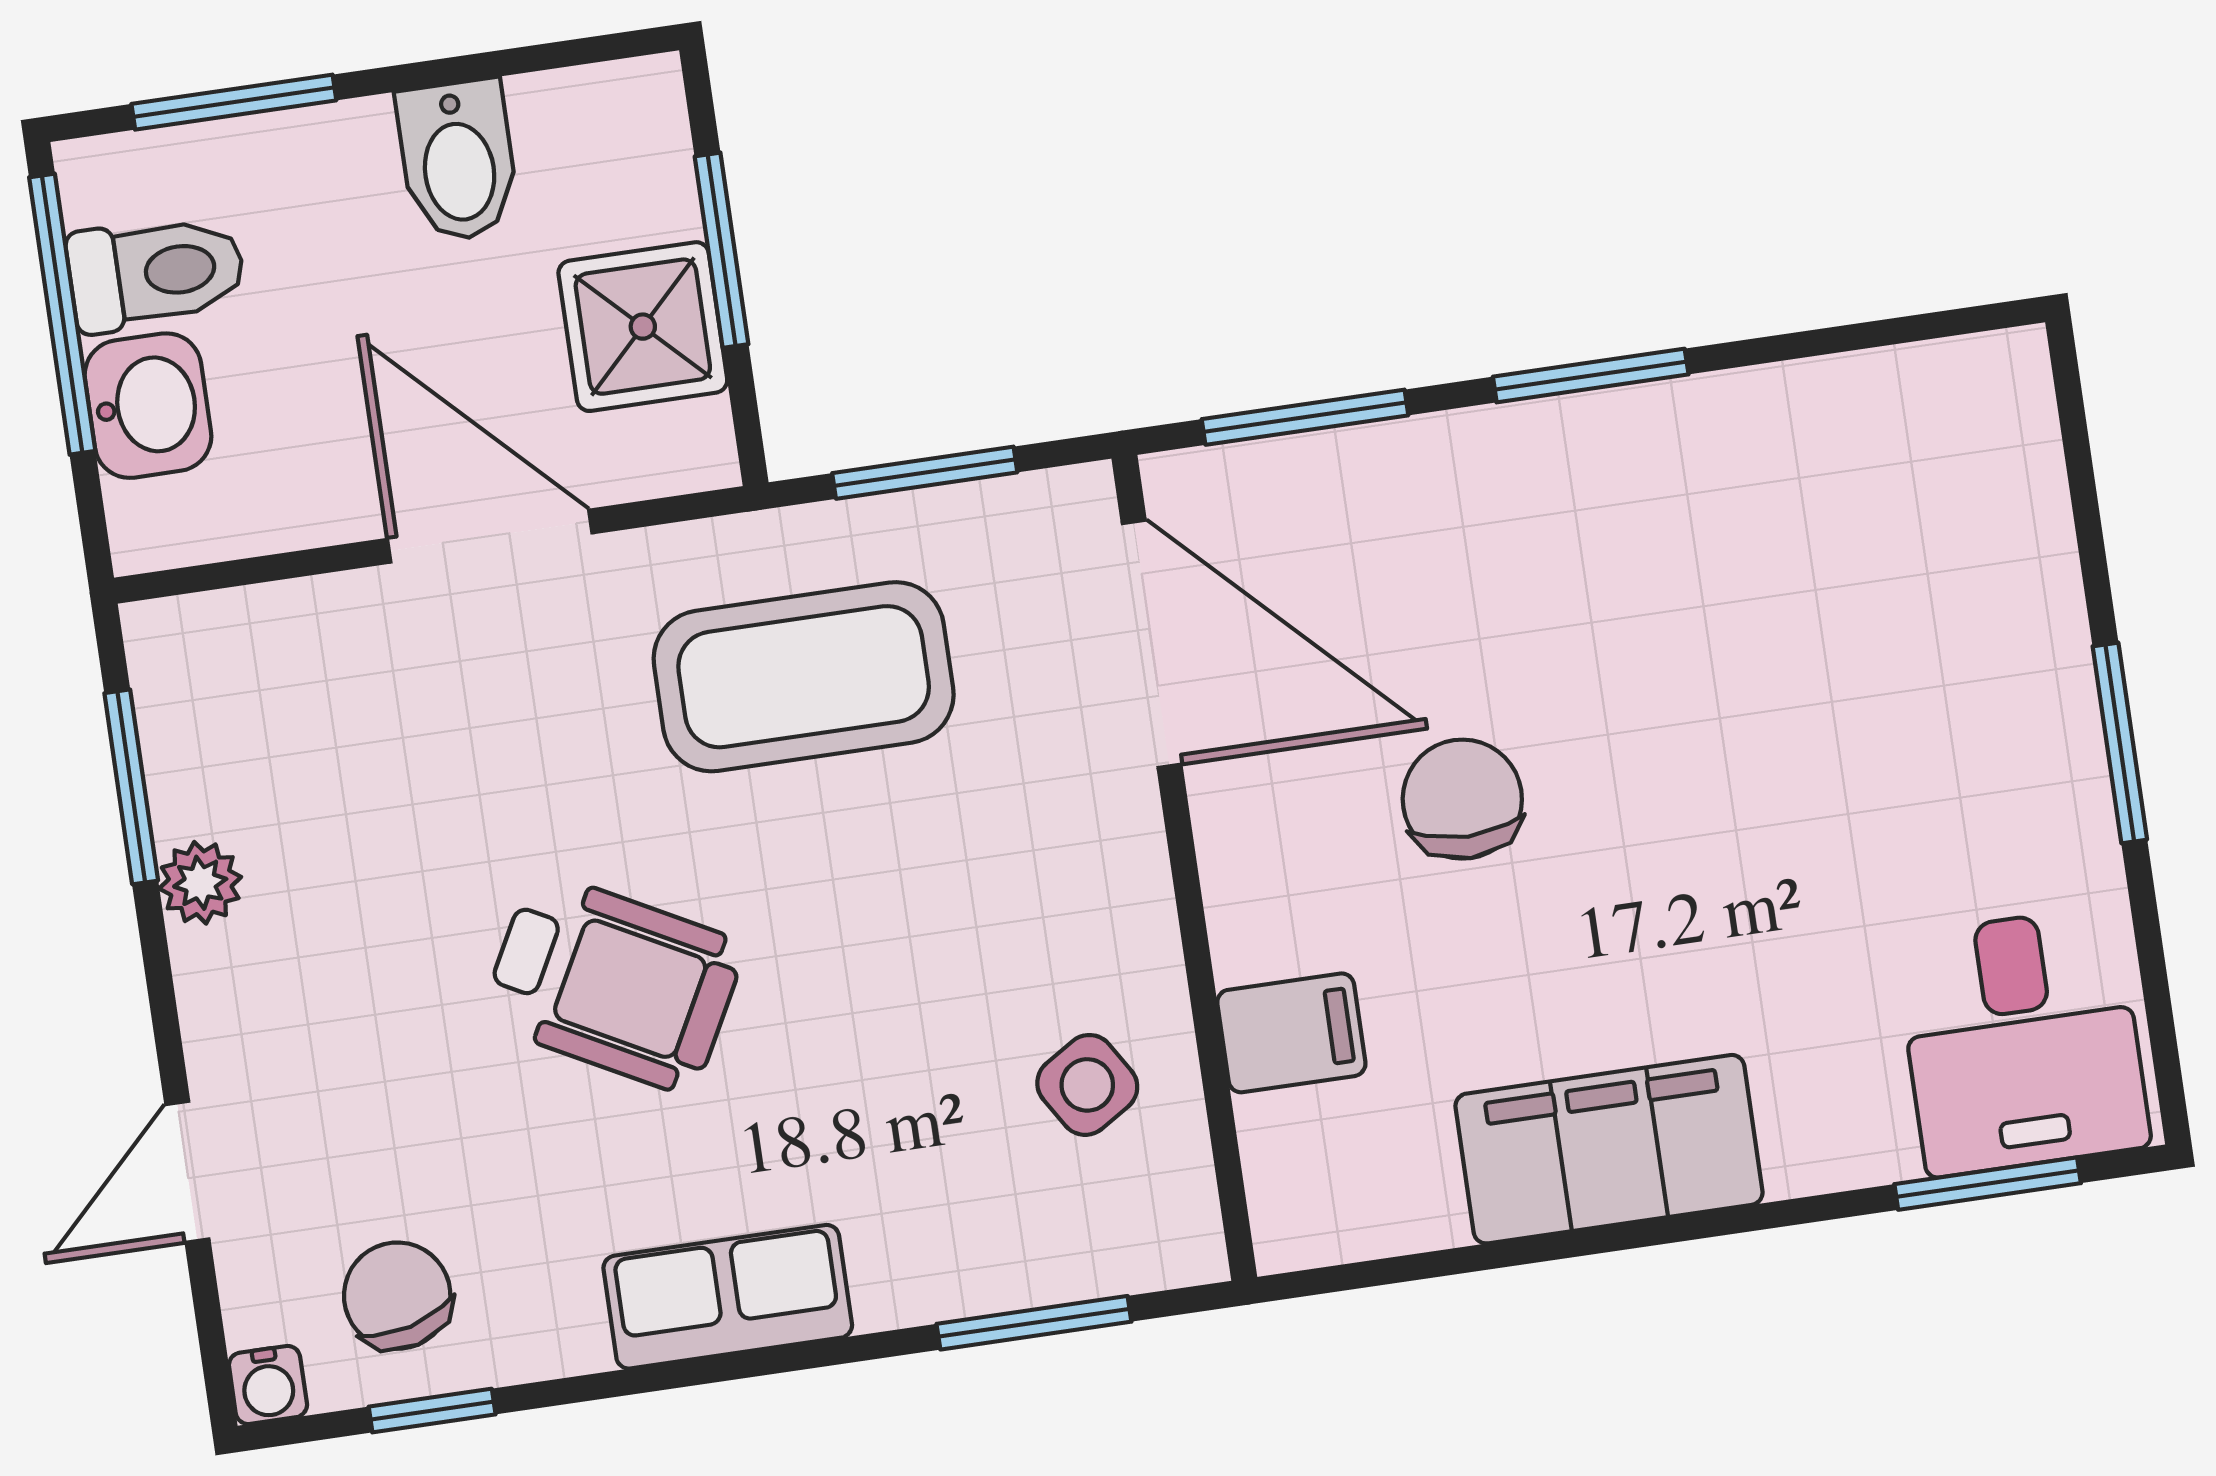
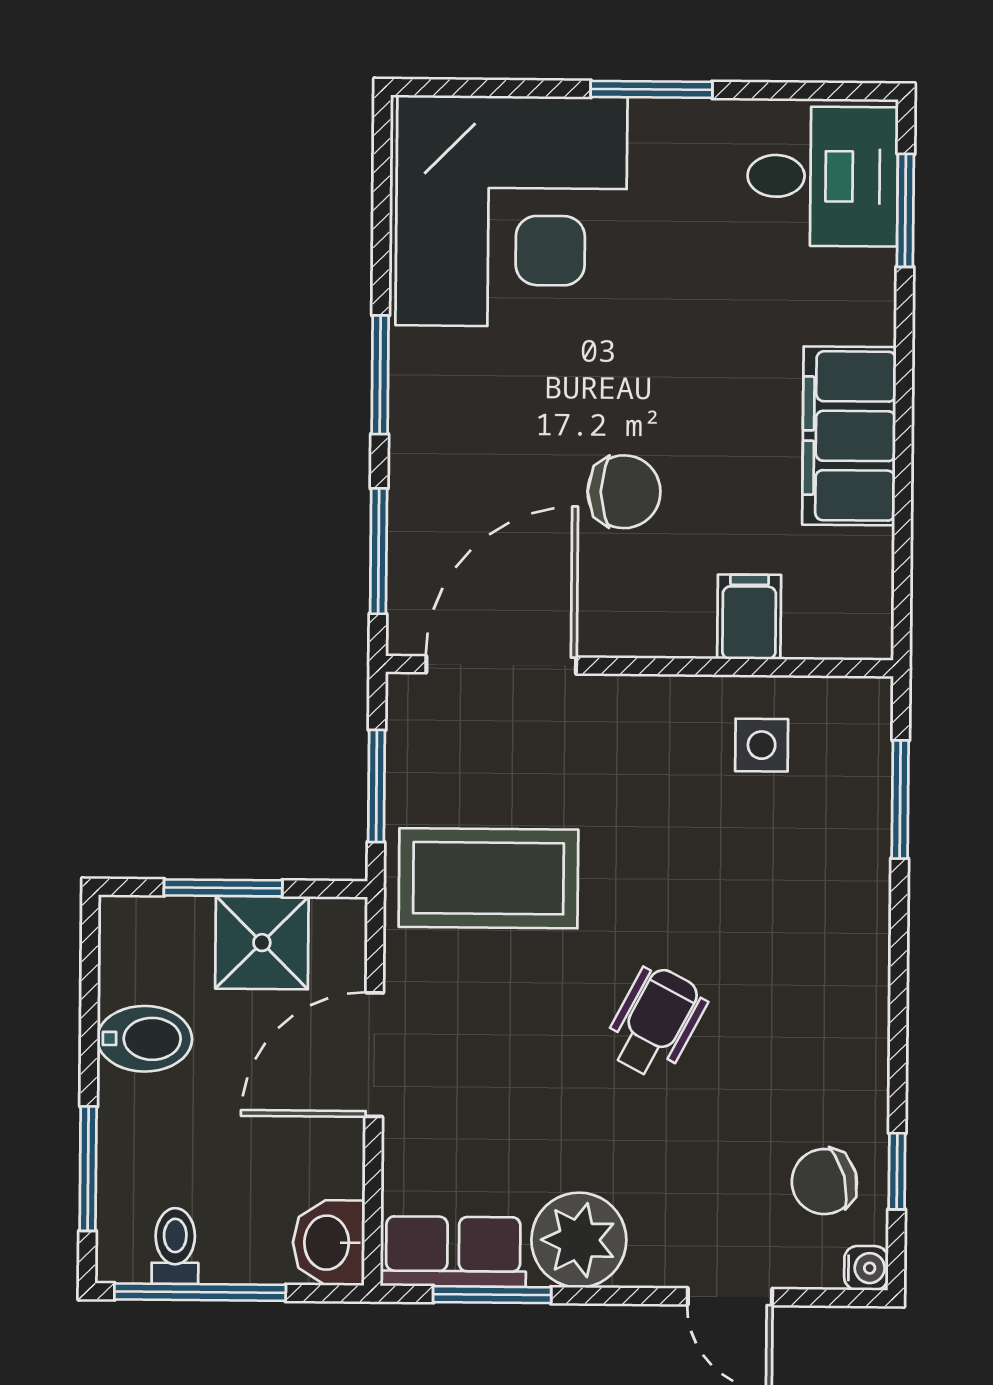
toilet: (156, 273) -> (175, 1246), width x0.73, depth x0.72
washbasin: (148, 406) -> (329, 1243), moved, turned -90
corner desk: (1888, 547) -> (511, 211), added
coffee table: (804, 677) -> (488, 878), turned 90
chair: (1462, 799) -> (624, 492), turned 180
plant: (200, 883) -> (579, 1240), width x1.87, depth x1.87
wheelchair: (613, 982) -> (655, 1022), width x0.73, depth x0.73
side table: (1087, 1085) -> (762, 745), turned 32
row of seats: (728, 1297) -> (453, 1252), moved, turned 90

